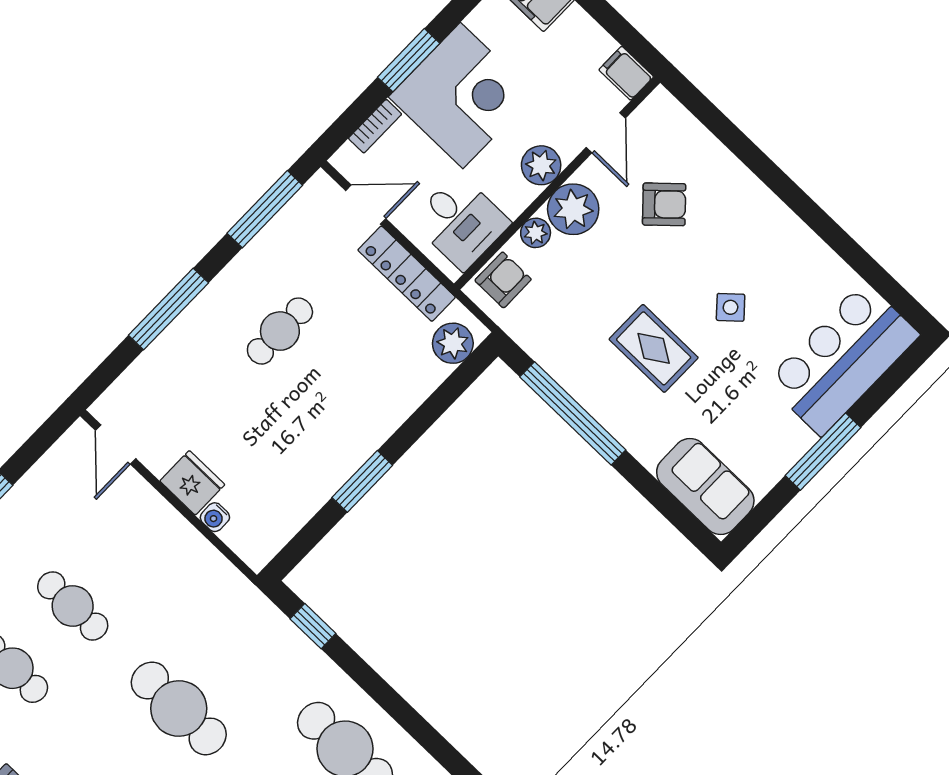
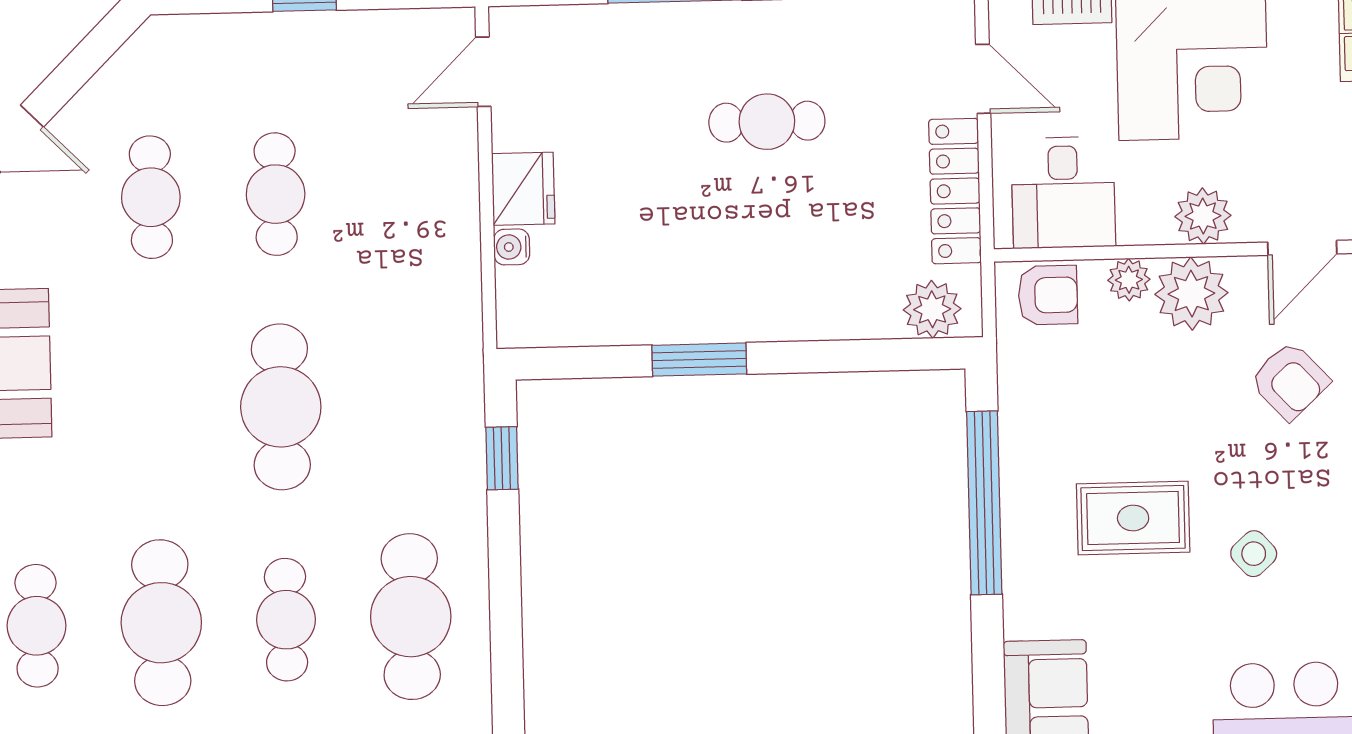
rug: (654, 348) -> (1133, 518), turned 90

